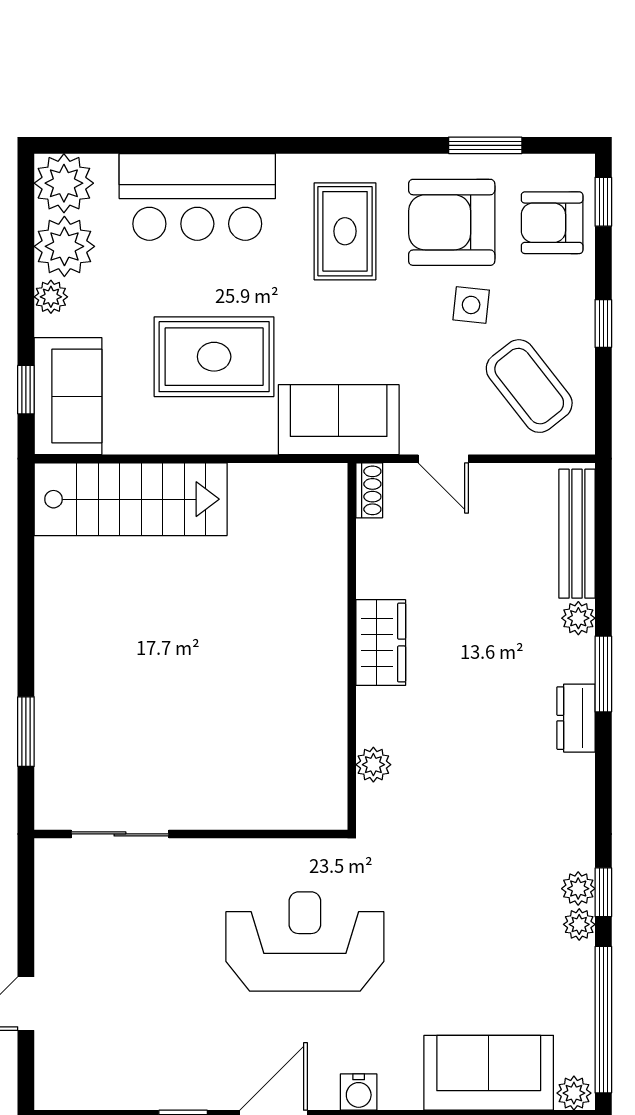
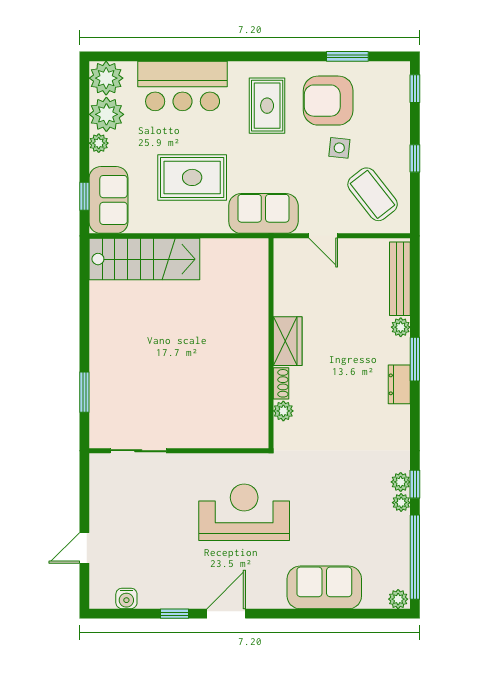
armchair: (552, 223) -> (386, 101), removed
shoe rack: (369, 490) -> (281, 383), moved
sofa: (489, 1073) -> (324, 587), moved
water cooler: (359, 1092) -> (126, 598), moved

